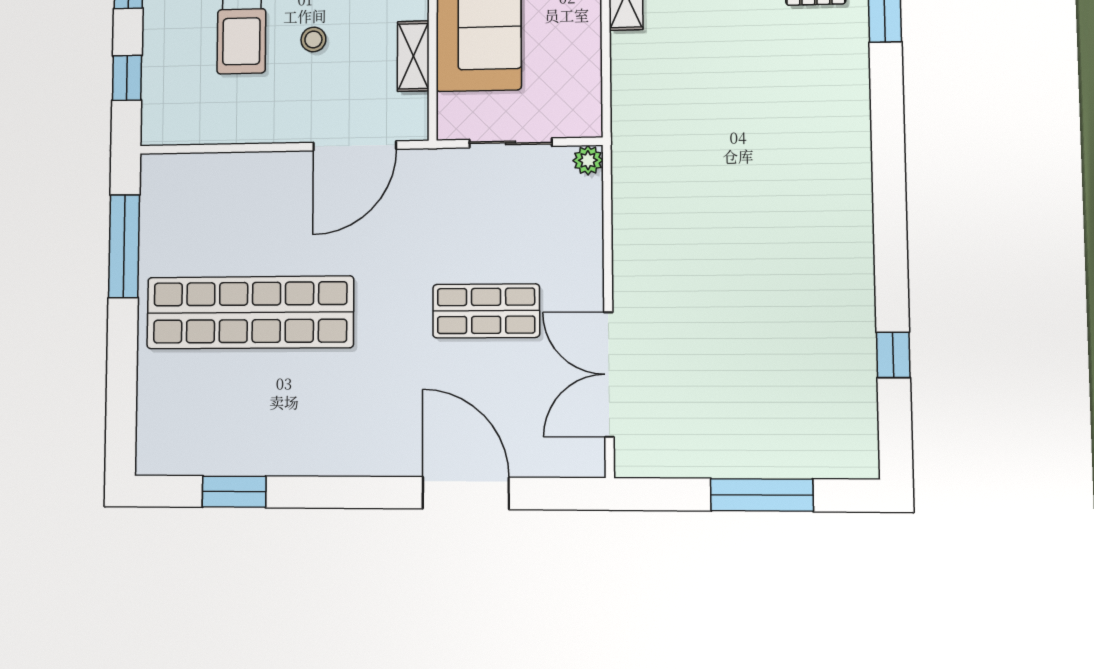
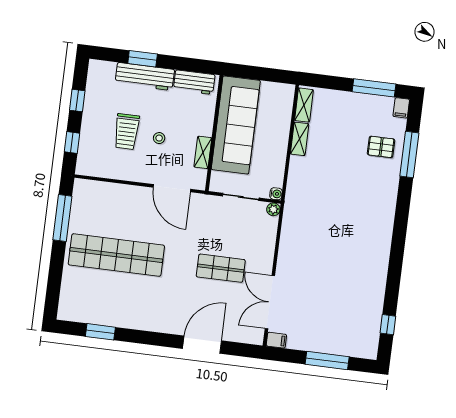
water cooler: (589, 124) -> (276, 194), added
door: (355, 146) -> (172, 188), hinge flipped
window: (893, 355) -> (388, 325), moved
filing cabinet: (636, 461) -> (276, 340), added
door: (466, 493) -> (202, 345), hinge flipped

